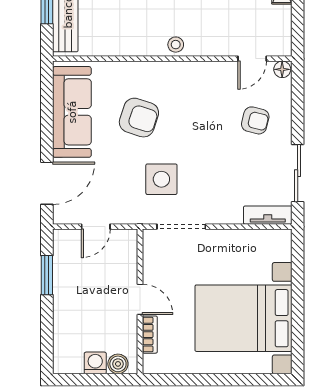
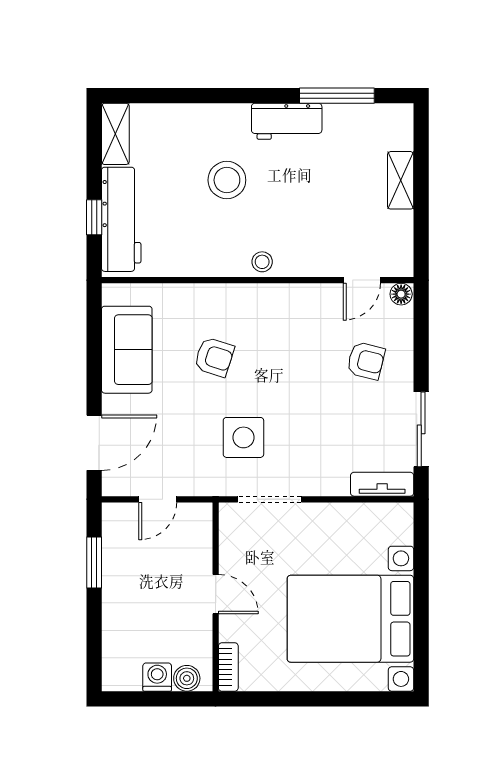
sofa: (72, 112) -> (127, 350), width x0.73
armchair: (139, 118) -> (214, 357), width x0.72, depth x0.72
bookcase: (150, 335) -> (228, 667), moved

